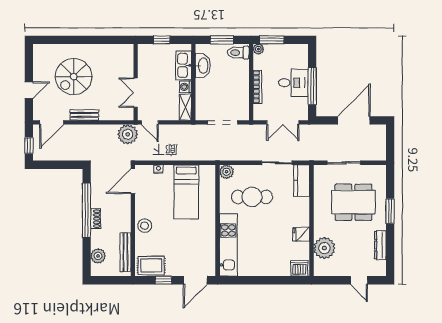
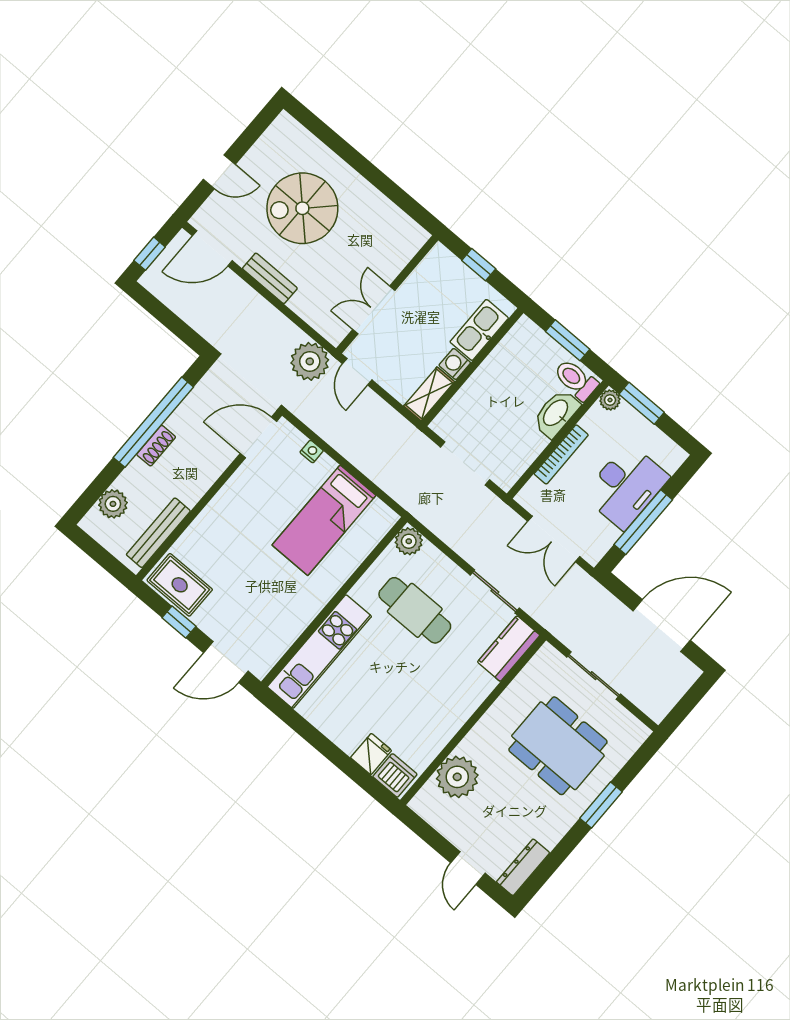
washbasin: (203, 66) -> (556, 413), moved, turned 180
desk: (293, 83) -> (626, 486), width x1.37
stool: (145, 226) -> (220, 518), removed
fridge: (301, 234) -> (371, 754), moved, turned 90
dresser: (380, 245) -> (523, 867), moved

